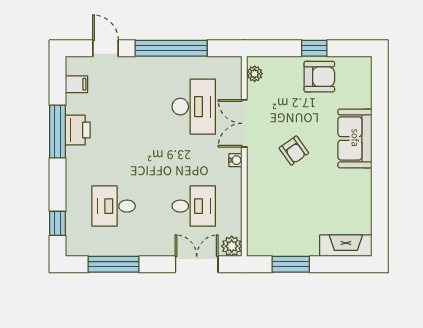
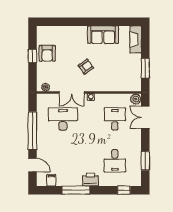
door: (105, 48) -> (32, 165), swing flipped
armchair: (319, 77) -> (47, 53), turned 180
printer: (78, 130) -> (90, 180), moved
sofa: (355, 138) -> (103, 35), moved
window: (114, 264) -> (145, 161), width x0.69

